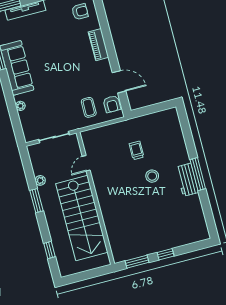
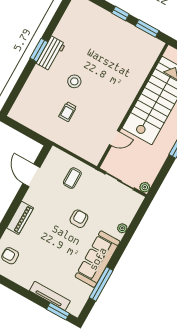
armchair: (112, 104) -> (79, 219), moved
window: (198, 174) -> (39, 50), width x0.69
plant: (40, 180) -> (145, 187), moved

